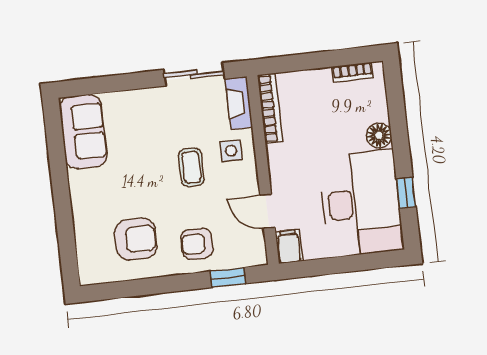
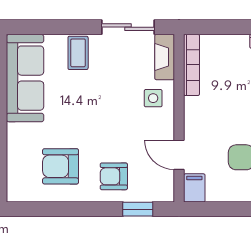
sofa: (83, 132) -> (25, 78), width x1.36
coffee table: (191, 167) -> (78, 53), moved
armchair: (136, 239) -> (61, 166), turned 180

